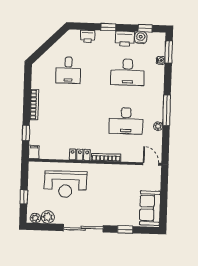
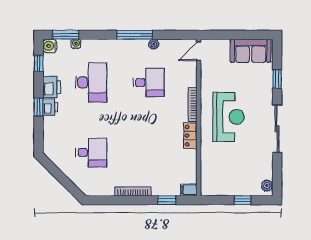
printer: (88, 36) -> (50, 107), moved
water cooler: (141, 38) -> (50, 46), moved
desk: (126, 121) -> (149, 82), width x0.73
reception desk: (65, 184) -> (229, 117), moved
plant: (48, 217) -> (265, 171), removed

